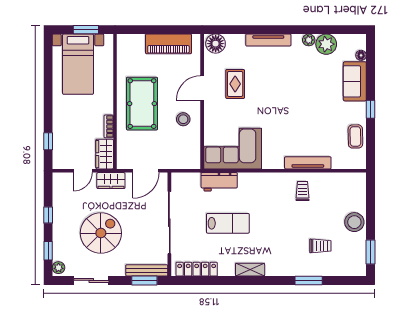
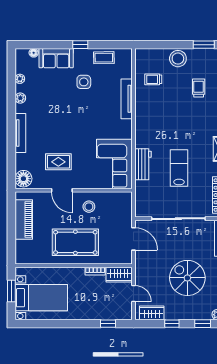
plant: (326, 44) -> (20, 79), width x0.53, depth x0.53
side table: (327, 113) -> (84, 82), added
wardrobe: (111, 181) -> (152, 313), moved, turned -90
workbench: (219, 182) -> (143, 164), moved
trolley: (303, 191) -> (153, 79), moved

